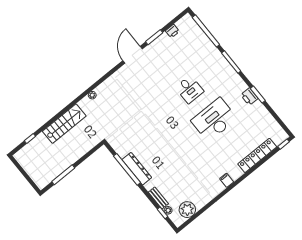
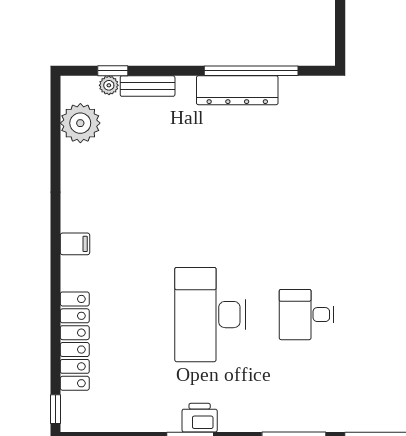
desk: (214, 120) -> (210, 315), turned 180

